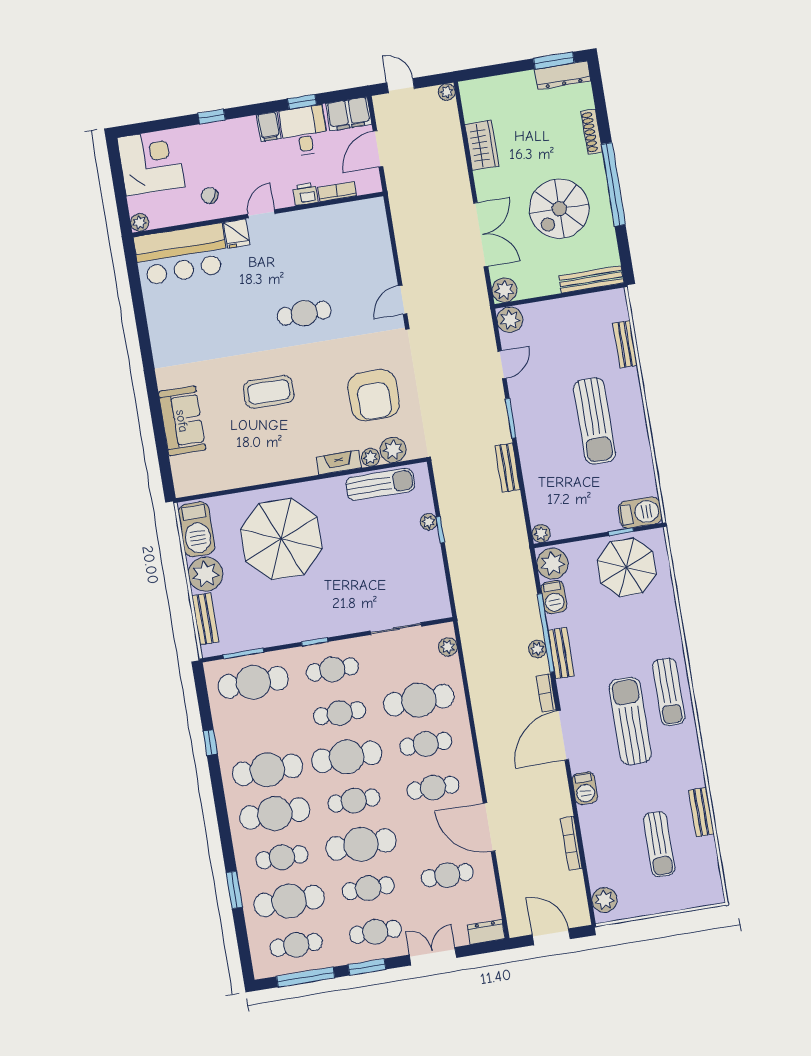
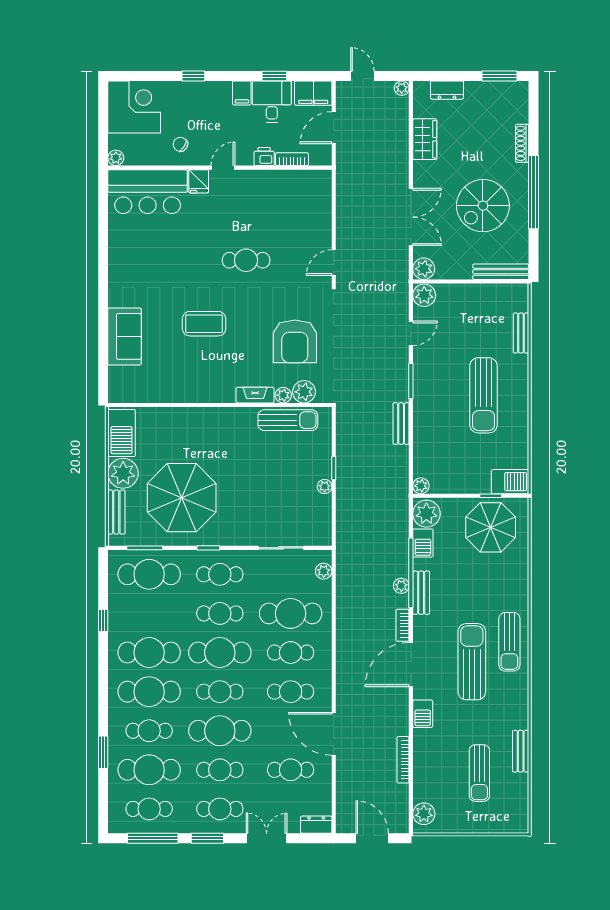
dresser: (563, 75) -> (447, 90), moved, width x0.70
plant: (428, 522) -> (325, 487), moved
parasol: (281, 539) -> (182, 498), moved

